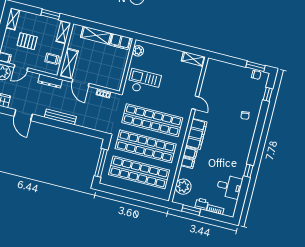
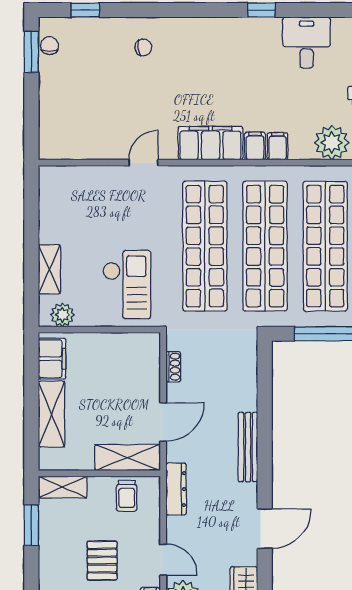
shelving: (193, 59) -> (49, 269), moved
checkout: (144, 82) -> (127, 285), turned 180

